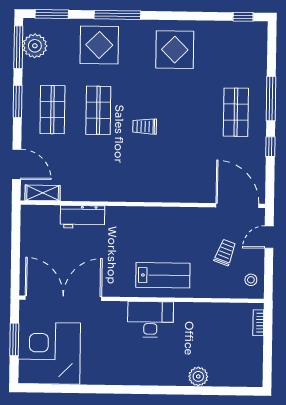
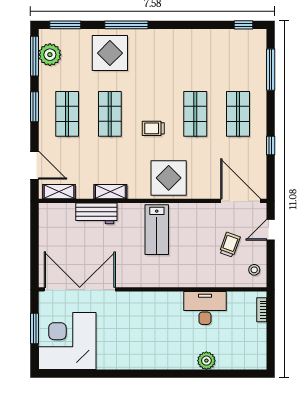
display table: (175, 50) -> (169, 178), moved
window: (271, 99) -> (271, 70), moved
shop shelf: (190, 112) -> (195, 114), added
shelving: (98, 194) -> (110, 192), added
lab bench: (163, 275) -> (157, 230), moved, turned 90
desk: (150, 319) -> (205, 308), moved

